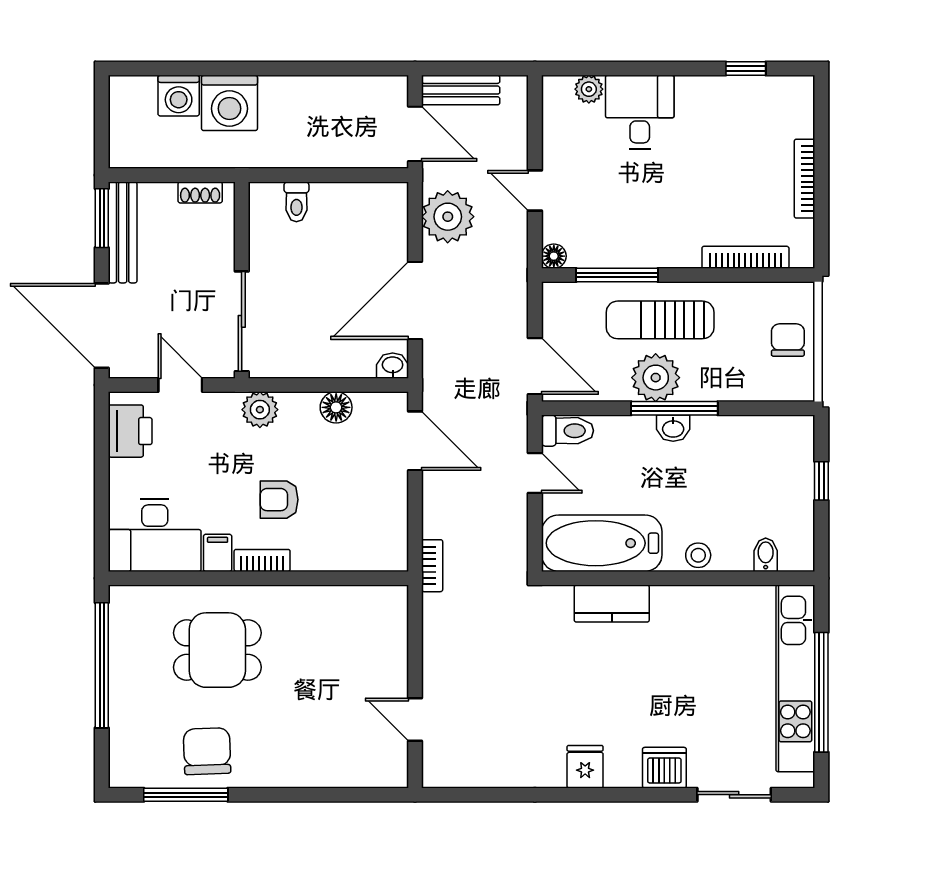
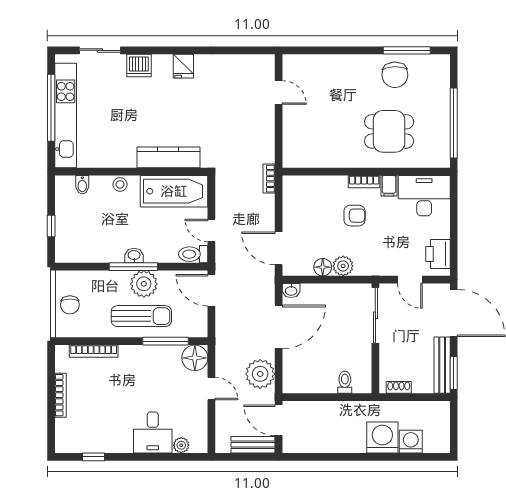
floor lamp: (554, 256) -> (195, 358), width x1.89, depth x1.89
plant: (260, 410) -> (343, 266), moved
kitchen counter: (612, 604) -> (168, 157), width x1.50

